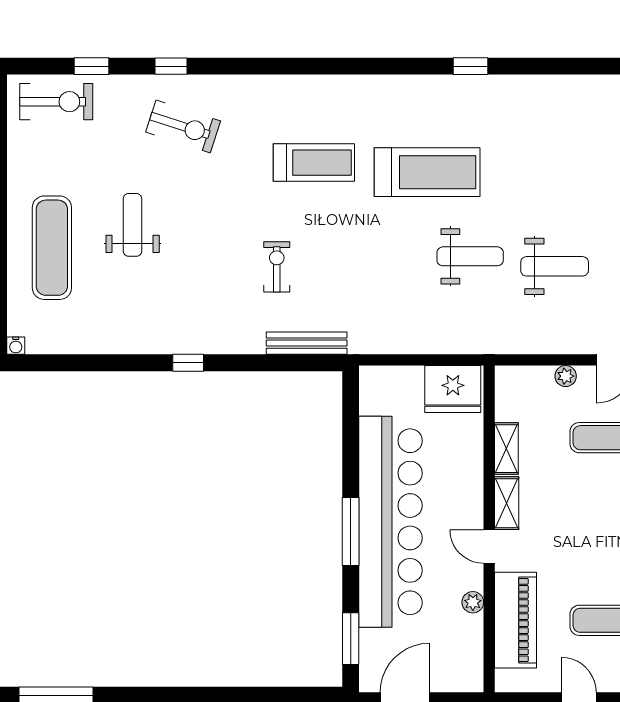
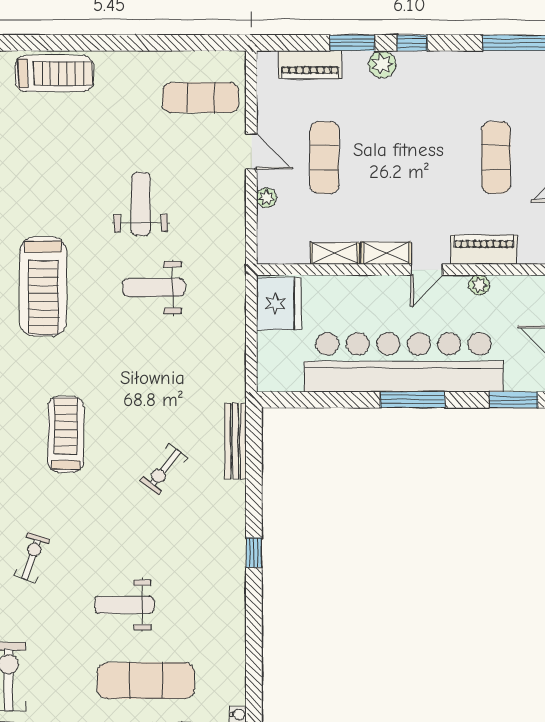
exercise bike: (183, 126) -> (32, 557), width x0.73, depth x0.72
treadmill: (427, 172) -> (43, 286), moved, turned 180
weight bench: (470, 256) -> (154, 287), turned -90
weight bench: (555, 266) -> (141, 204), moved
exercise bike: (277, 267) -> (164, 469), turned -51
piano: (516, 620) -> (484, 250), width x0.73, depth x0.75

